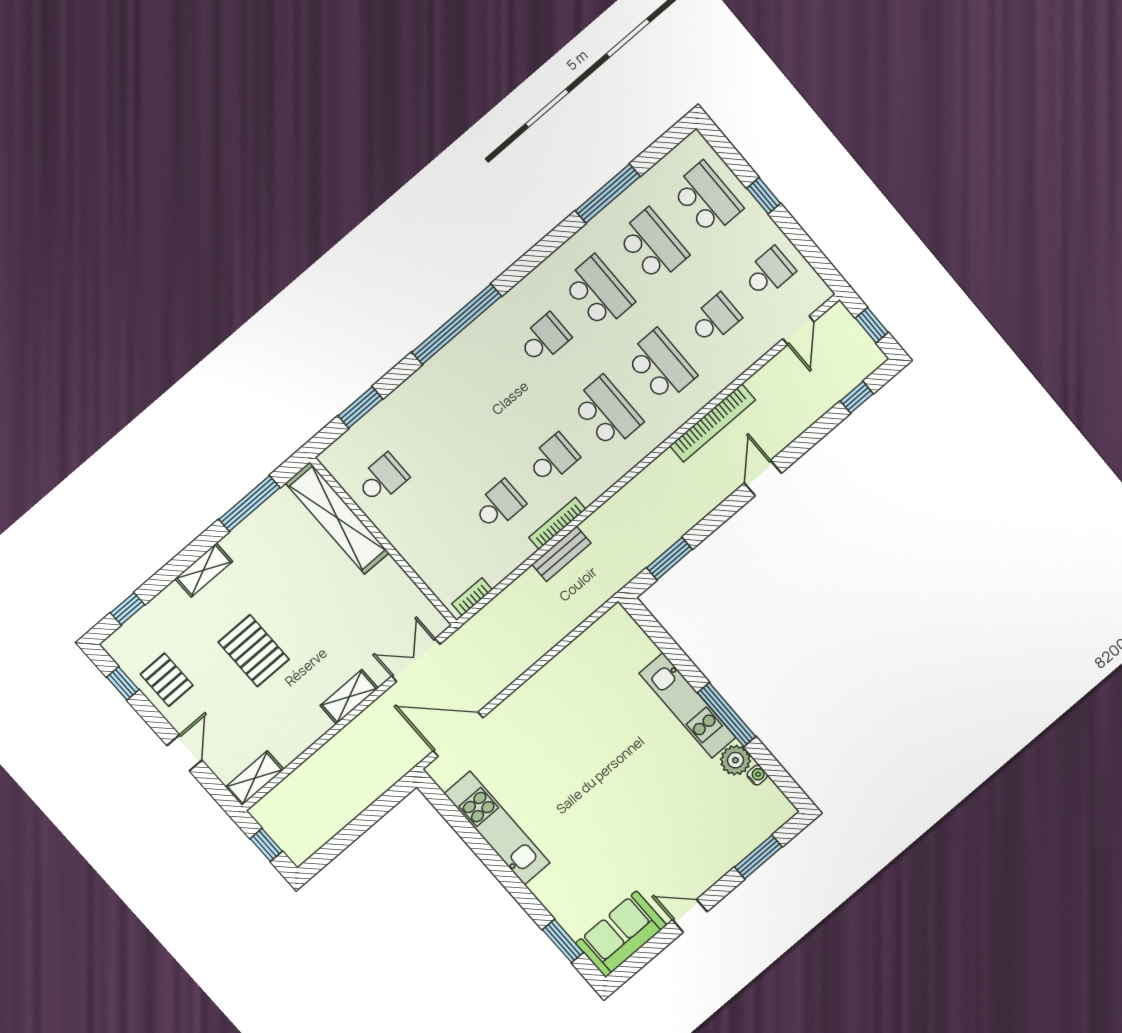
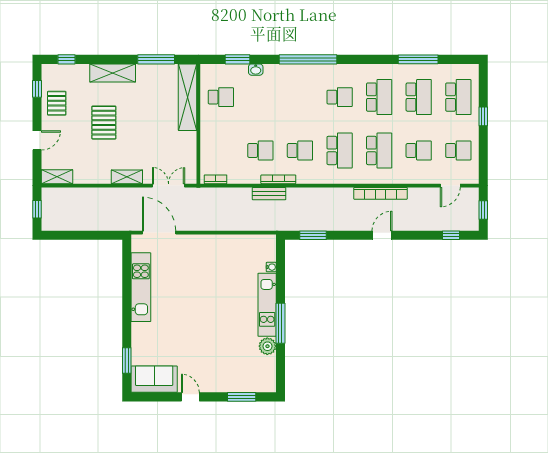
washbasin: (397, 400) -> (256, 70), added
shelving: (204, 570) -> (113, 73), width x1.50, depth x1.33
water cooler: (757, 775) -> (271, 267), moved

